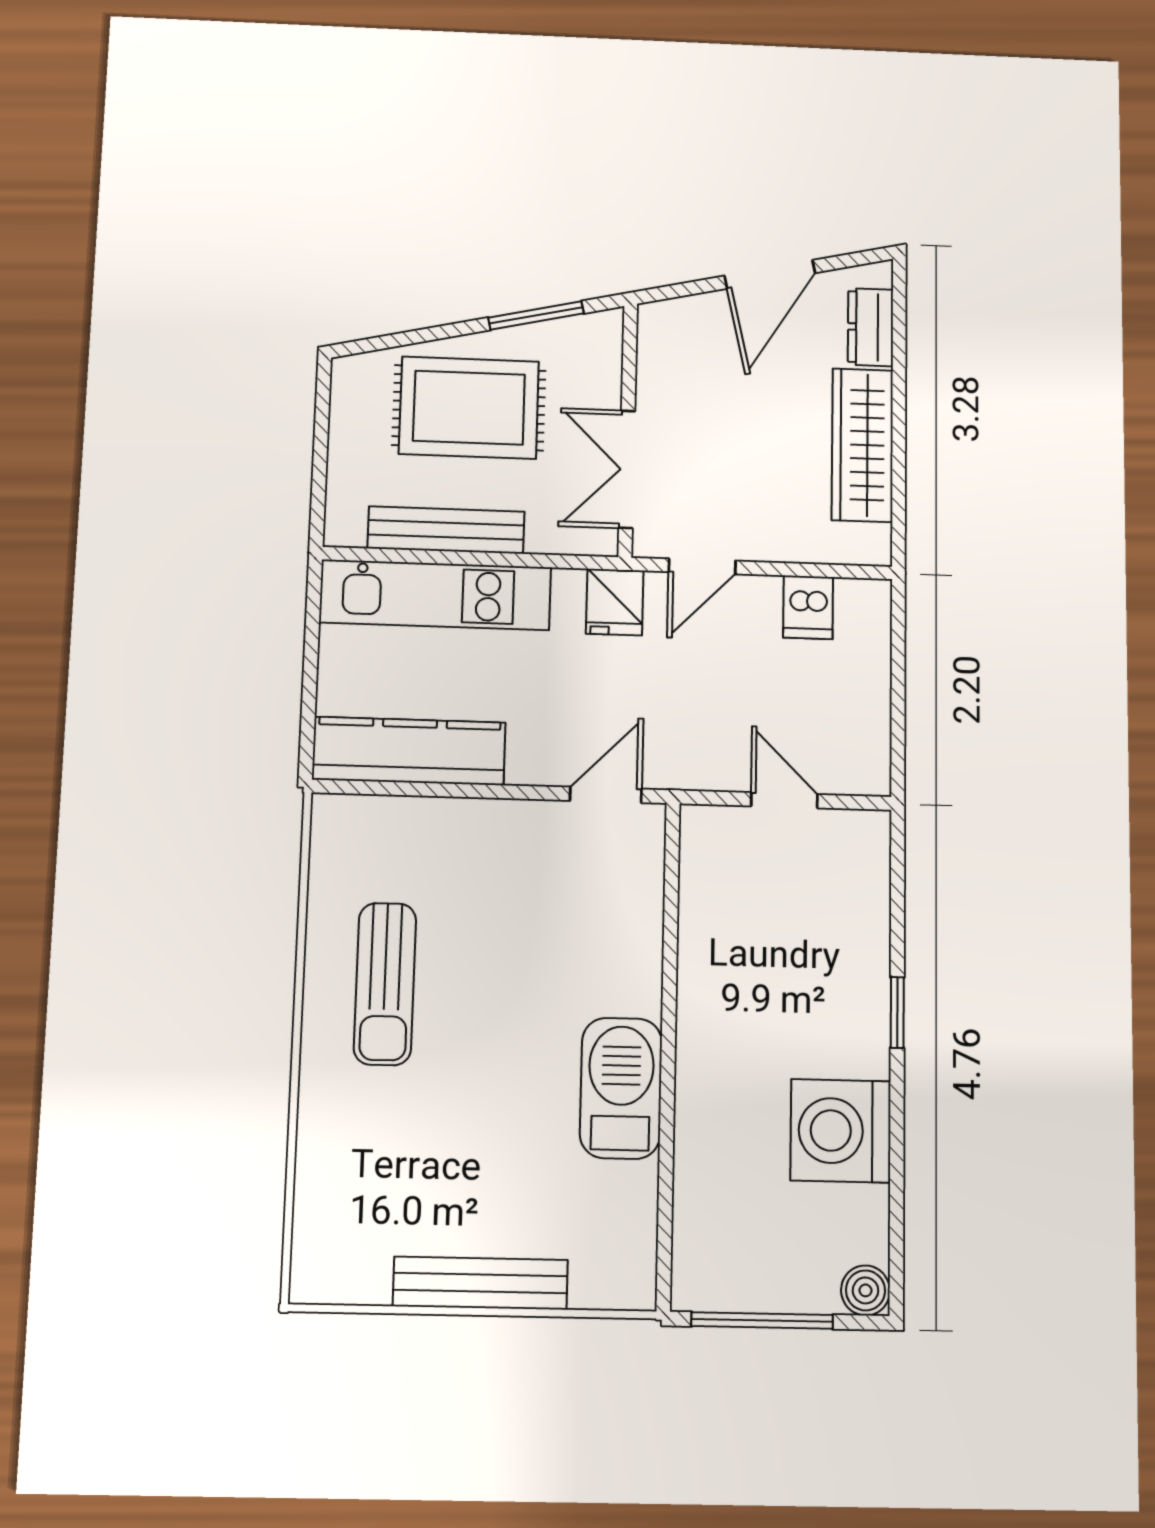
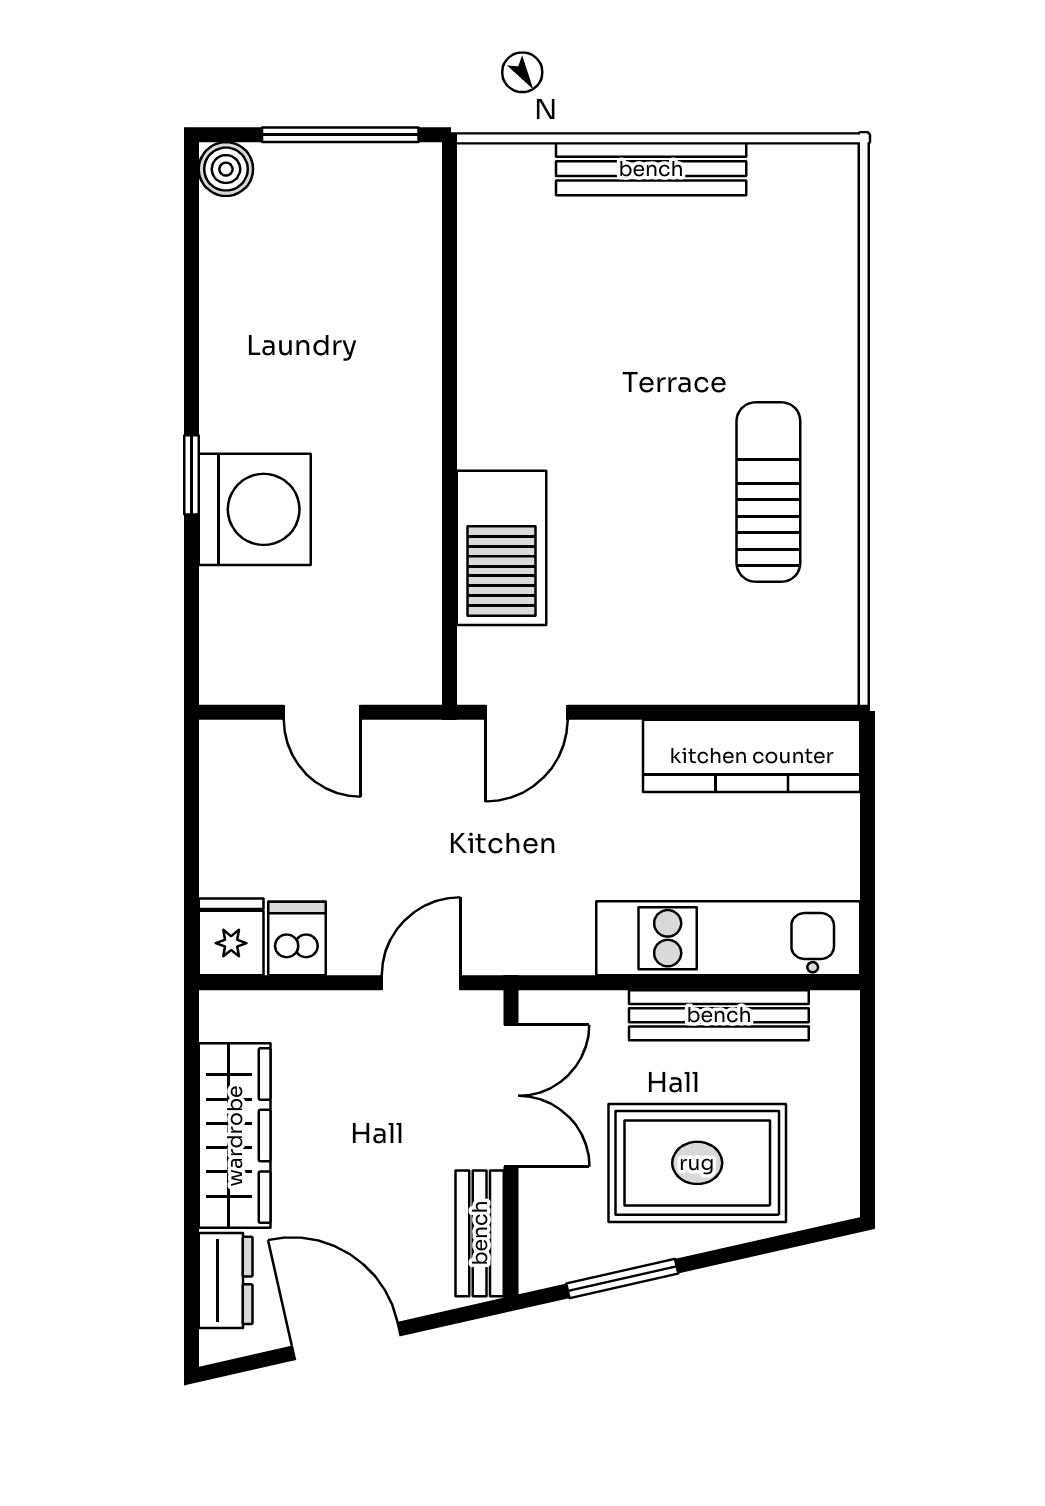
door: (770, 274) -> (346, 1341), hinge flipped
bench: (656, 357) -> (480, 1233), added
fridge: (615, 602) -> (231, 937), moved
barbecue: (621, 1088) -> (502, 548), moved
washing machine: (841, 1131) -> (255, 509), moved

